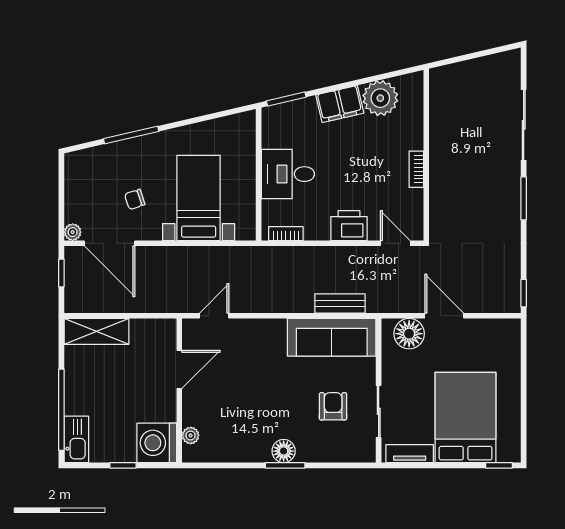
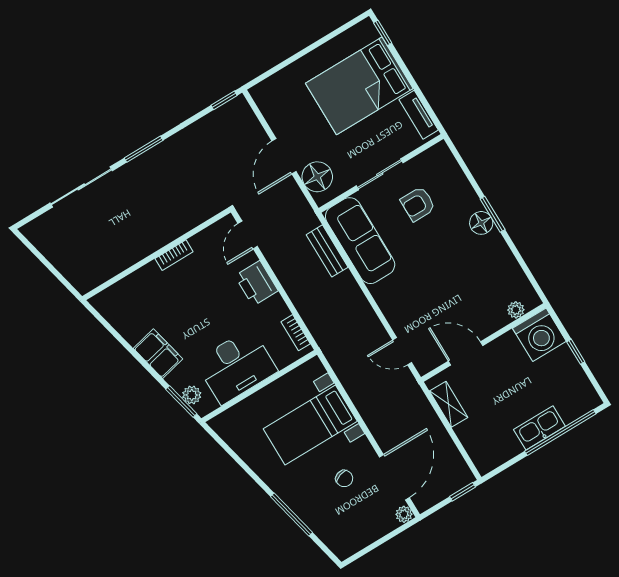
plant: (380, 98) -> (192, 395), moved, width x0.53, depth x0.53
desk: (288, 174) -> (236, 366), width x1.37
window: (61, 273) -> (463, 492), moved
shelving: (96, 331) -> (449, 404), moved, width x0.67, depth x0.75
sliding door: (379, 411) -> (380, 174), moved
kitchen sink: (76, 439) -> (539, 428), moved

